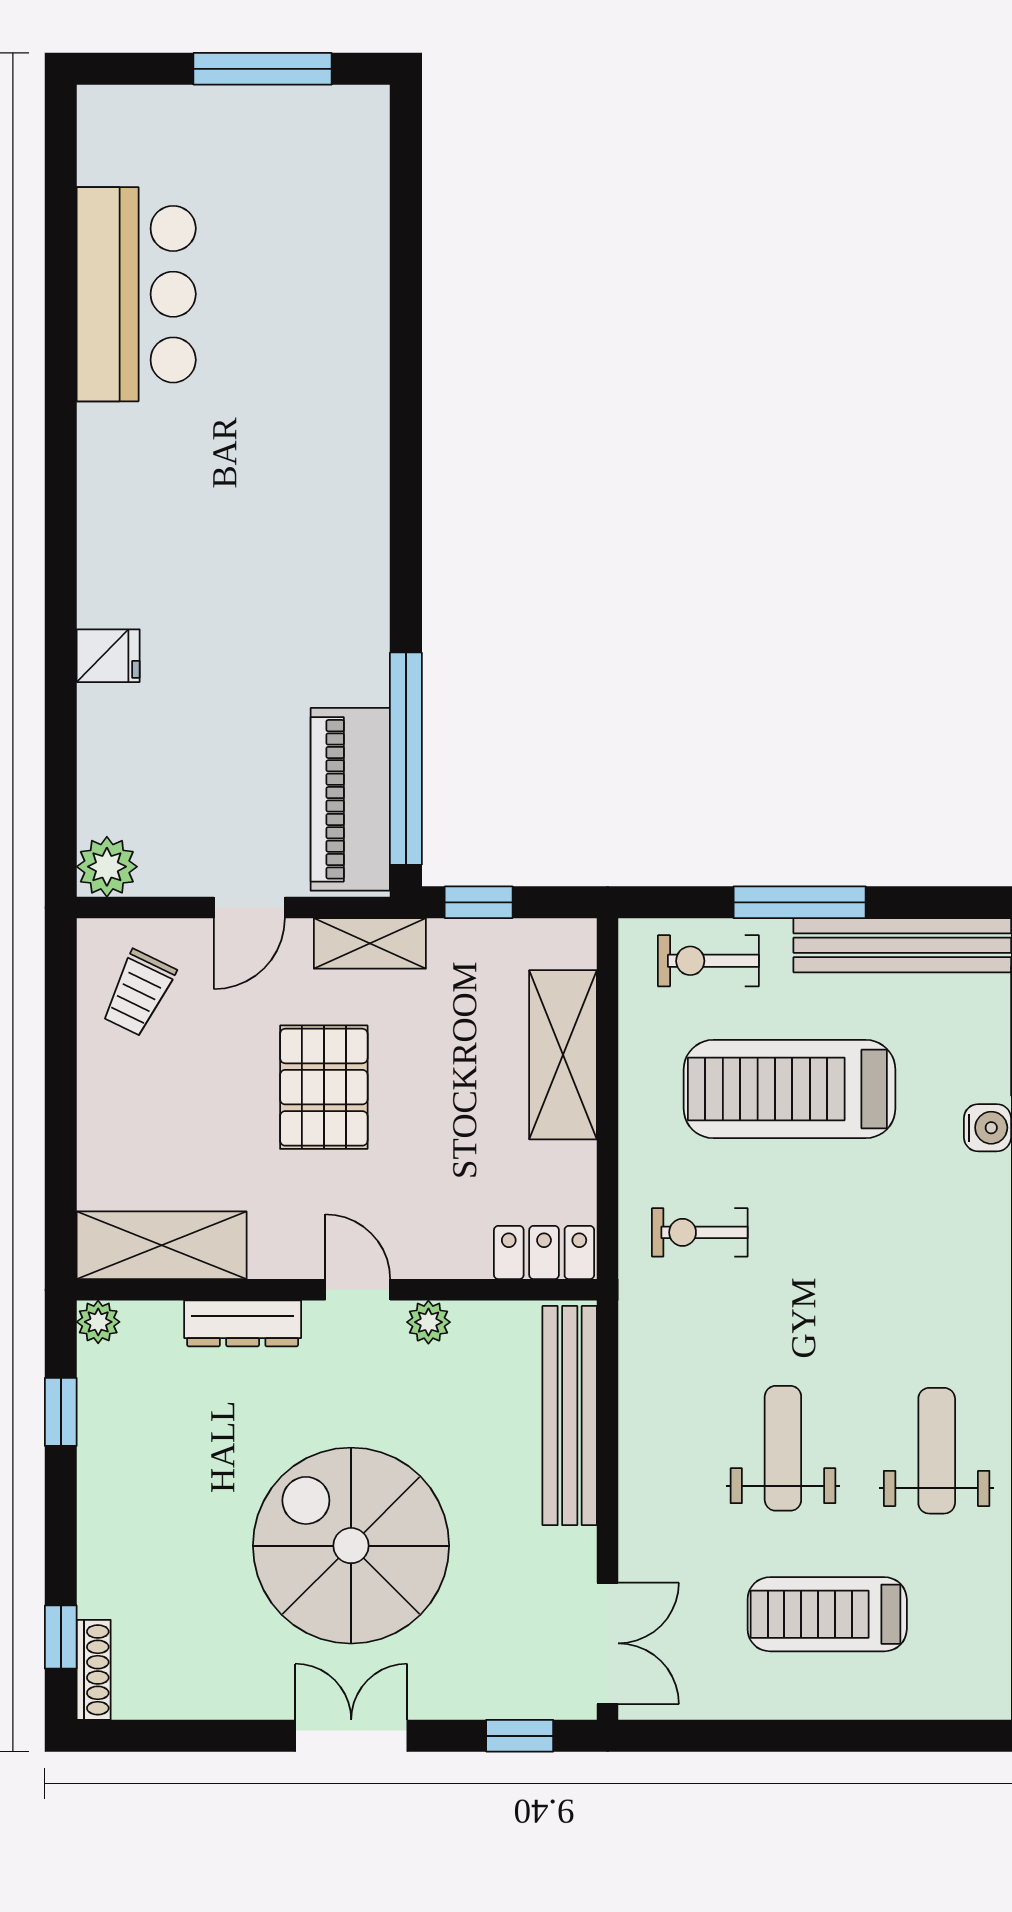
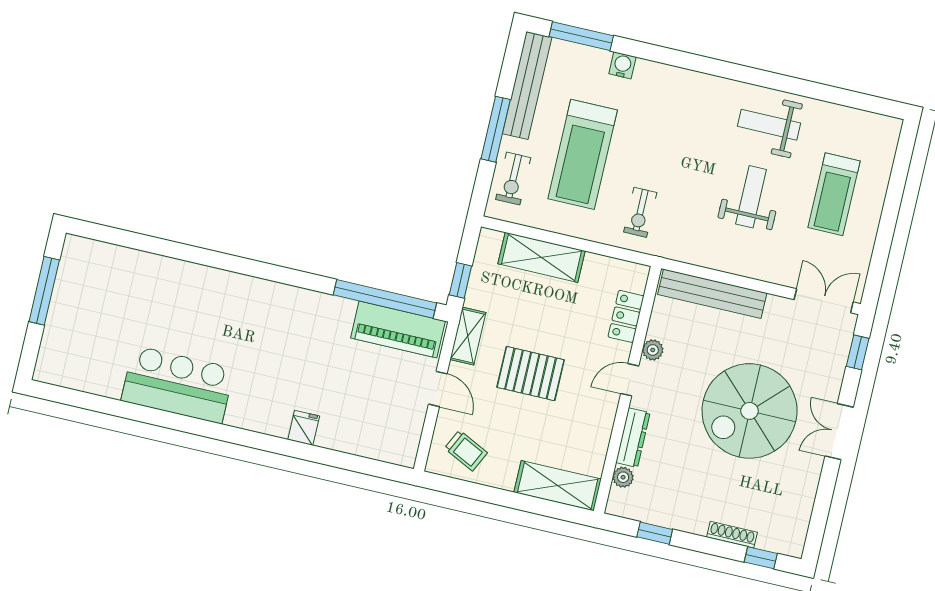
bar counter: (136, 294) -> (178, 385), moved
plant: (107, 867) -> (403, 452), removed
shelving: (162, 1245) -> (558, 486), moved, turned 90
locker: (544, 1252) -> (626, 316), moved
plant: (98, 1322) -> (623, 477), moved
weight bench: (783, 1448) -> (751, 197), turned 90
shoe rack: (94, 1670) -> (732, 535), moved

